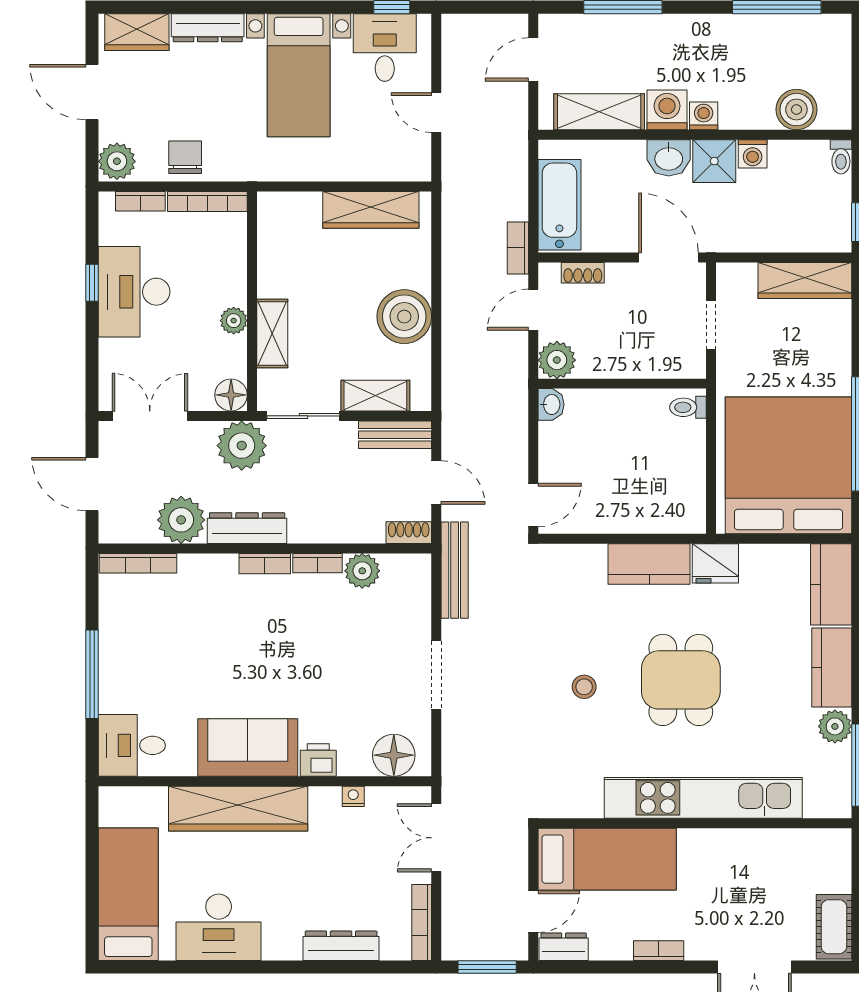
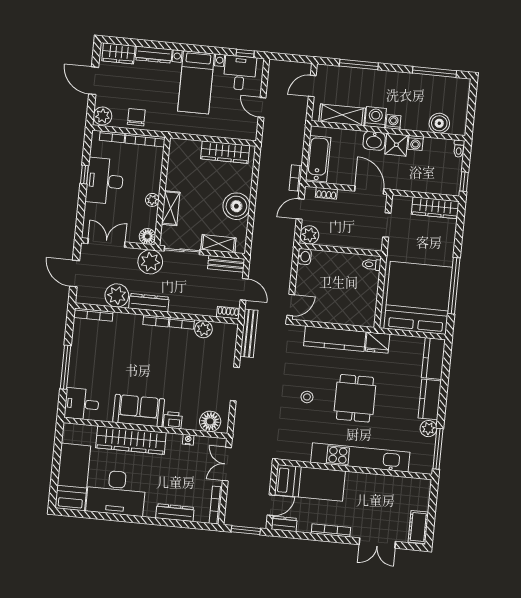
kitchen counter: (649, 564) -> (335, 339), width x1.50
desk: (219, 927) -> (116, 493), width x1.36, depth x1.30
bookcase: (659, 951) -> (331, 530), width x1.56

